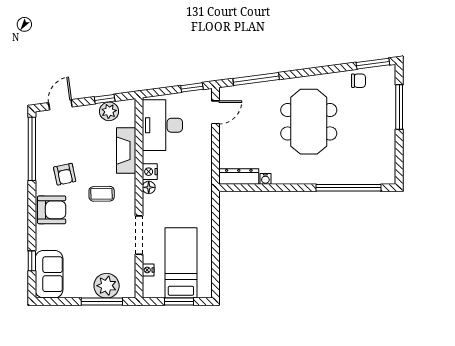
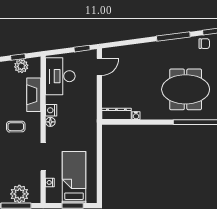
window: (256, 79) -> (173, 36), moved
meeting table: (309, 122) -> (186, 89), moved, turned 90

